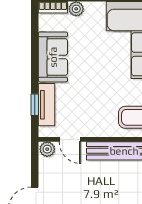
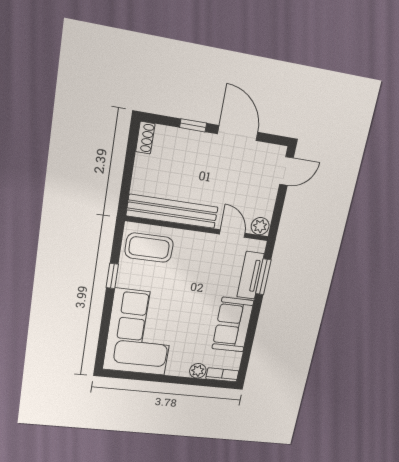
window: (35, 105) -> (263, 277), width x1.50

